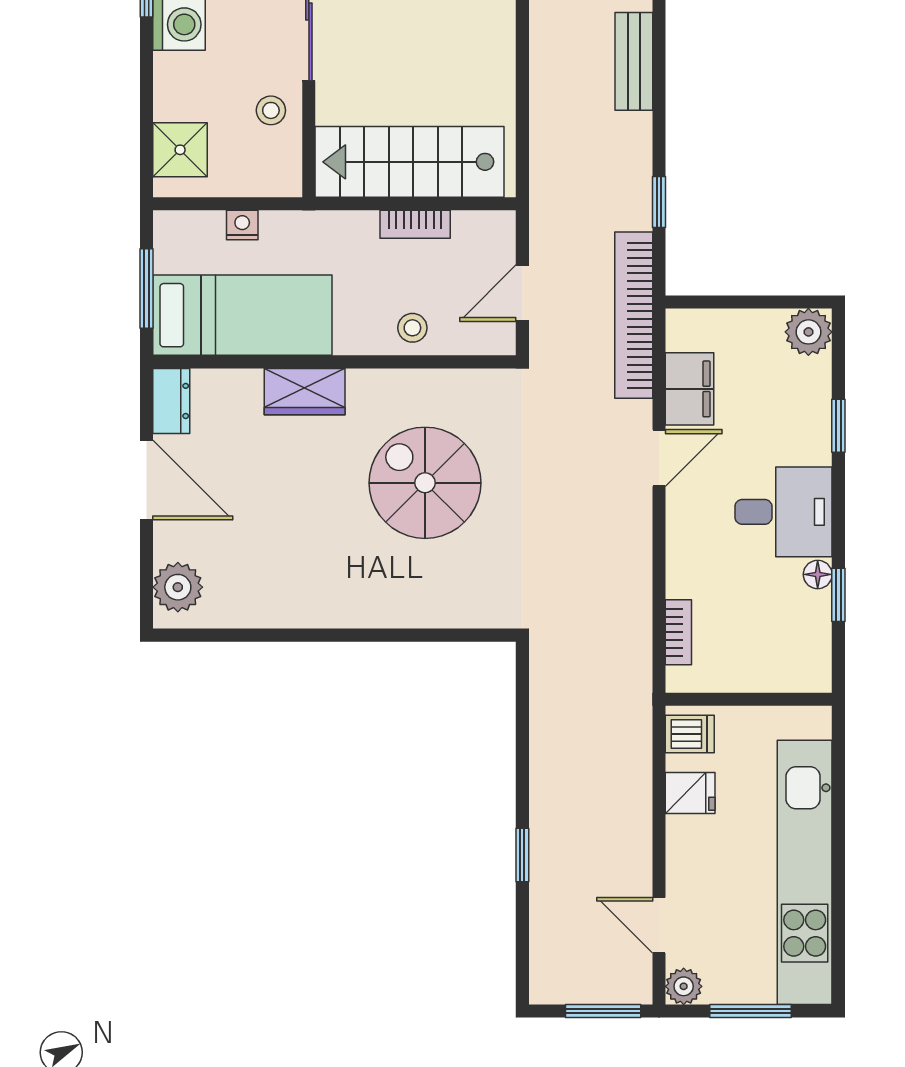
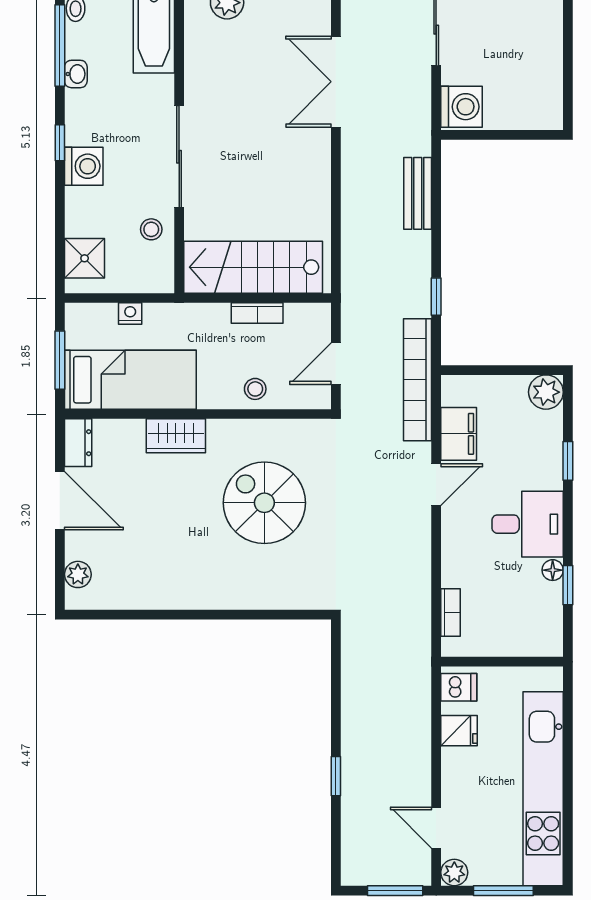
plant: (178, 587) -> (78, 574), width x0.73, depth x0.73

